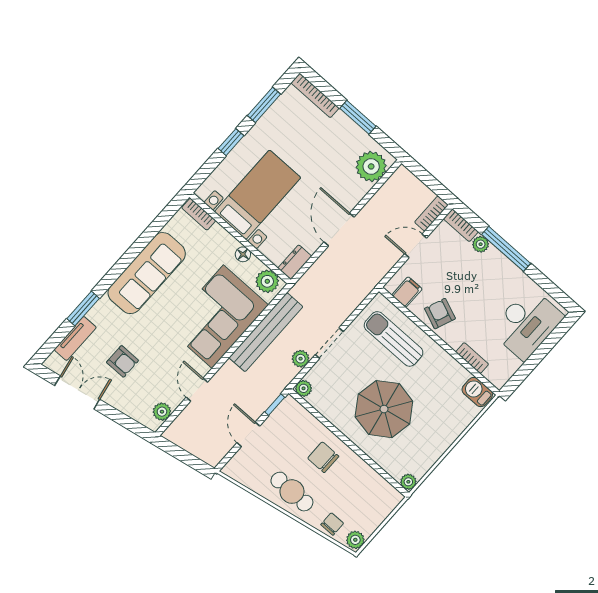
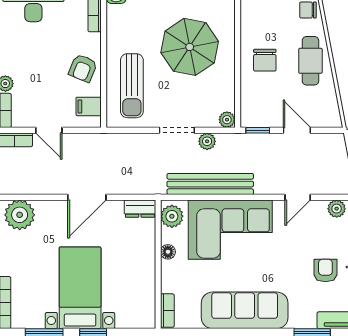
bed with nightstands: (258, 195) -> (80, 288), moved, turned 90
door: (248, 434) -> (297, 130), swing flipped

